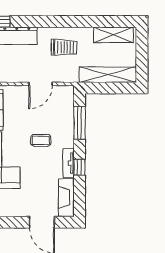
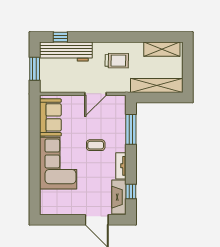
window: (80, 167) -> (131, 191), moved

